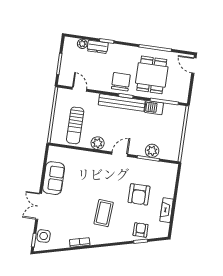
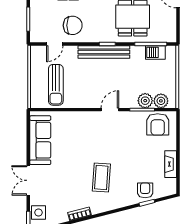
chair: (121, 82) -> (73, 25), moved, turned 90
door: (79, 89) -> (55, 44), swing flipped
barbecue: (154, 108) -> (155, 52), moved
plant: (98, 143) -> (161, 101), moved
sofa: (54, 178) -> (40, 140), width x1.36
armchair: (139, 194) -> (158, 124), moved

